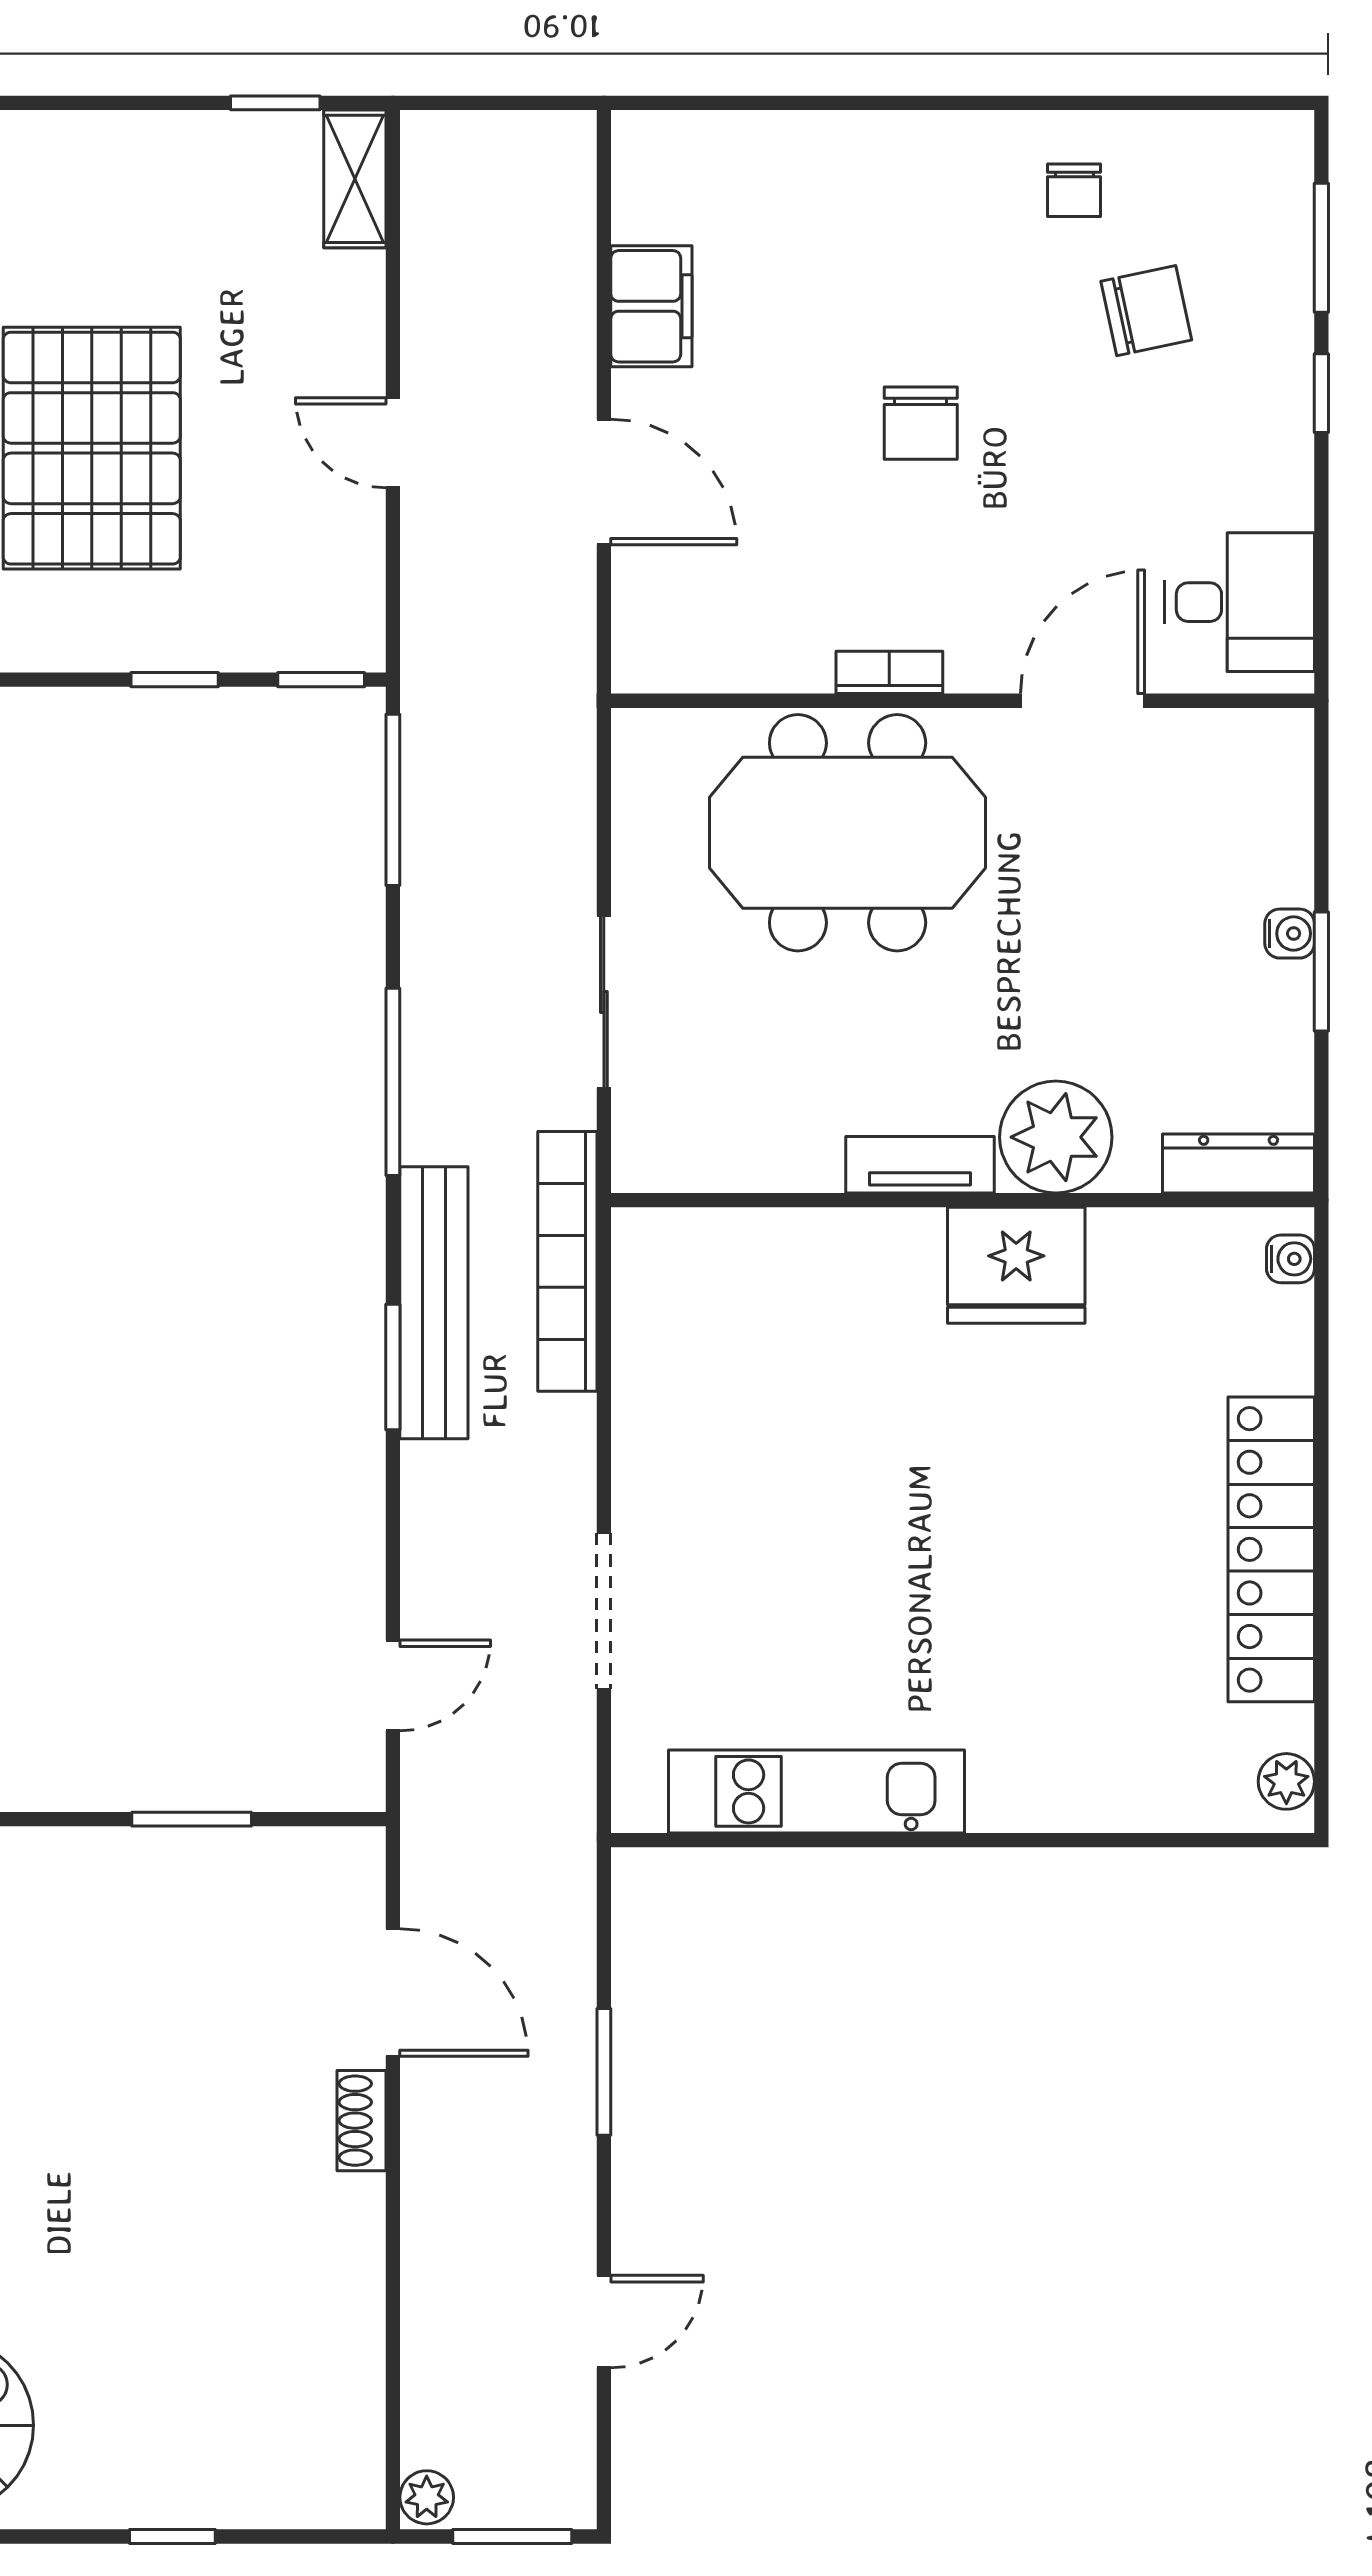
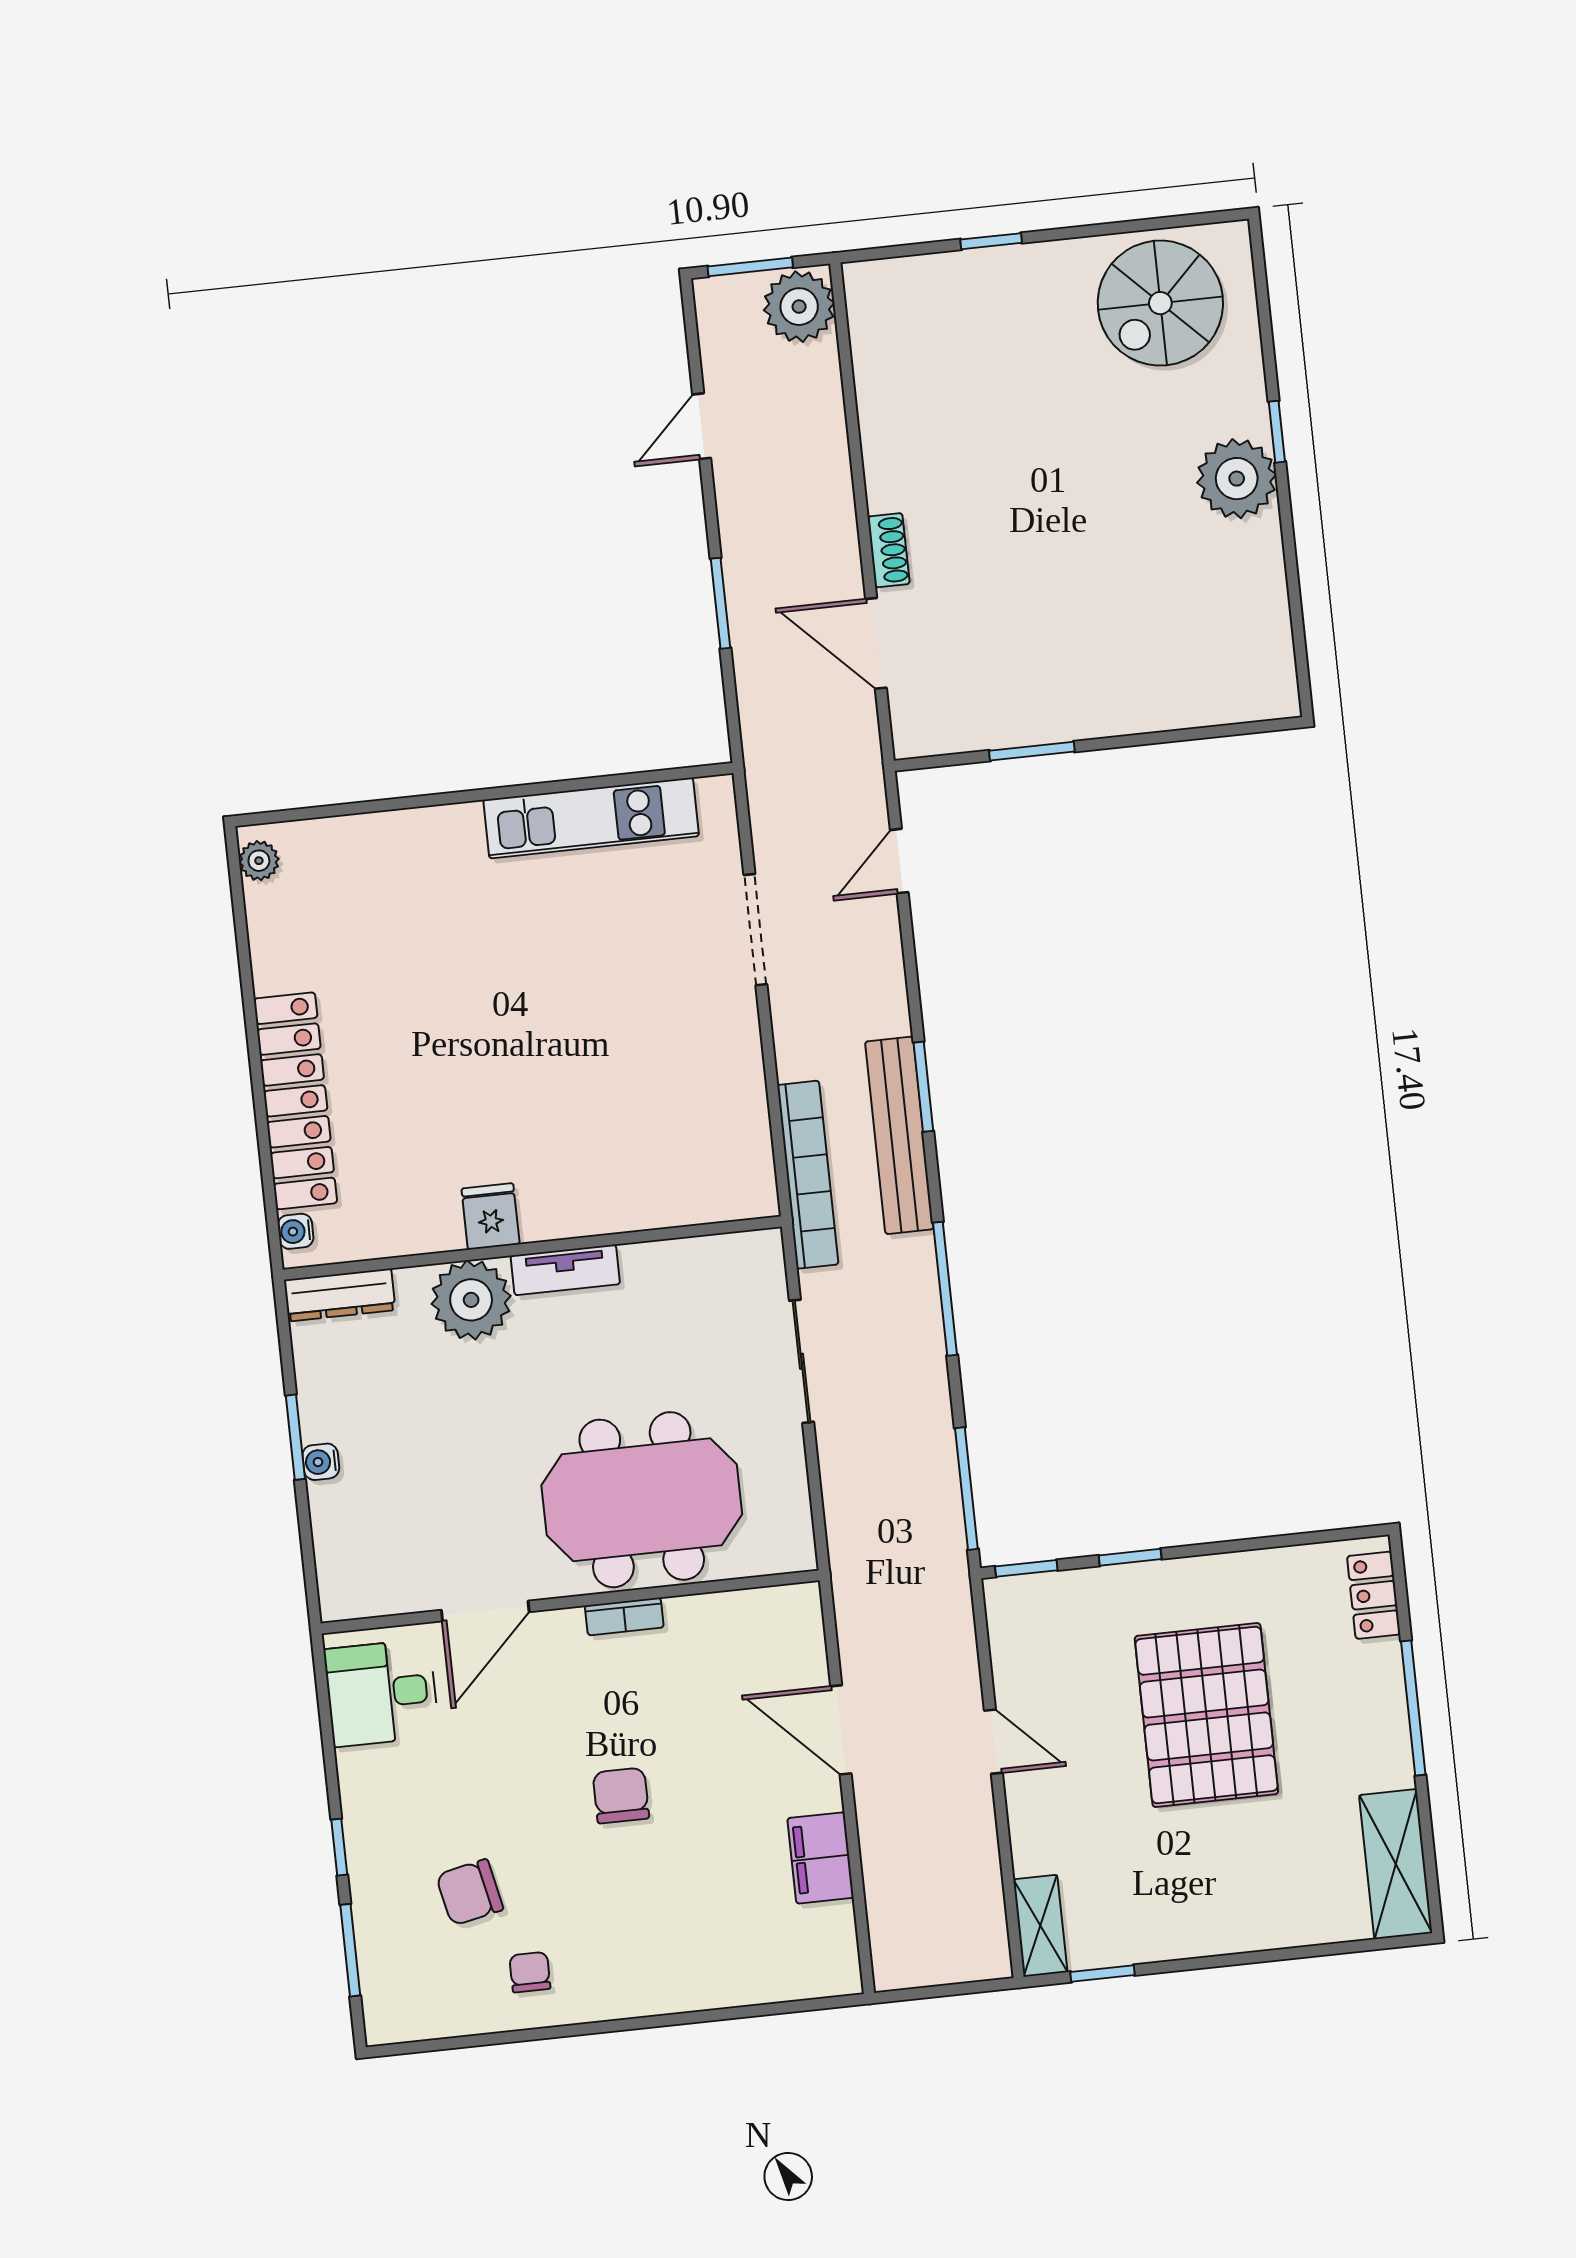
fridge: (1016, 1265) -> (491, 1216), width x0.53, depth x0.75
locker: (1271, 1549) -> (295, 1101), moved
plant: (427, 2497) -> (799, 307), width x1.88, depth x1.88

